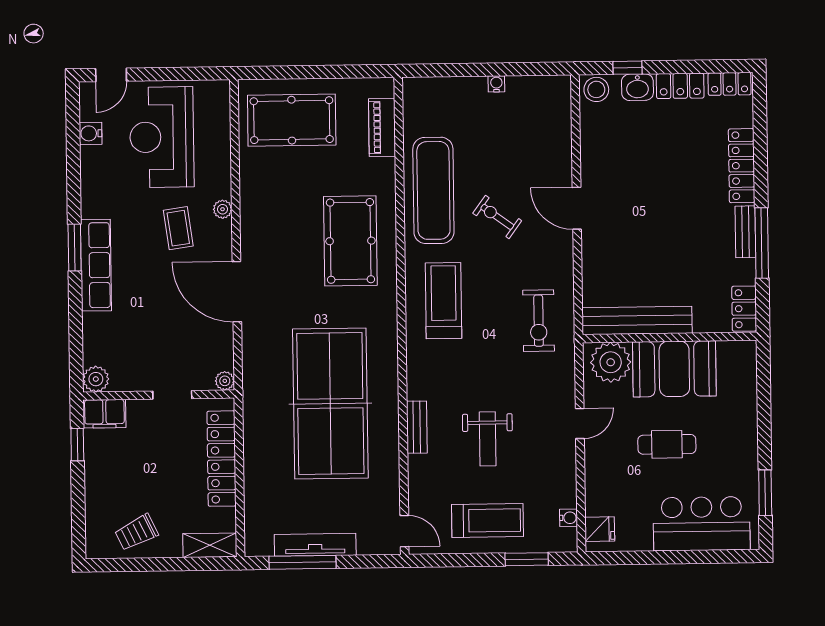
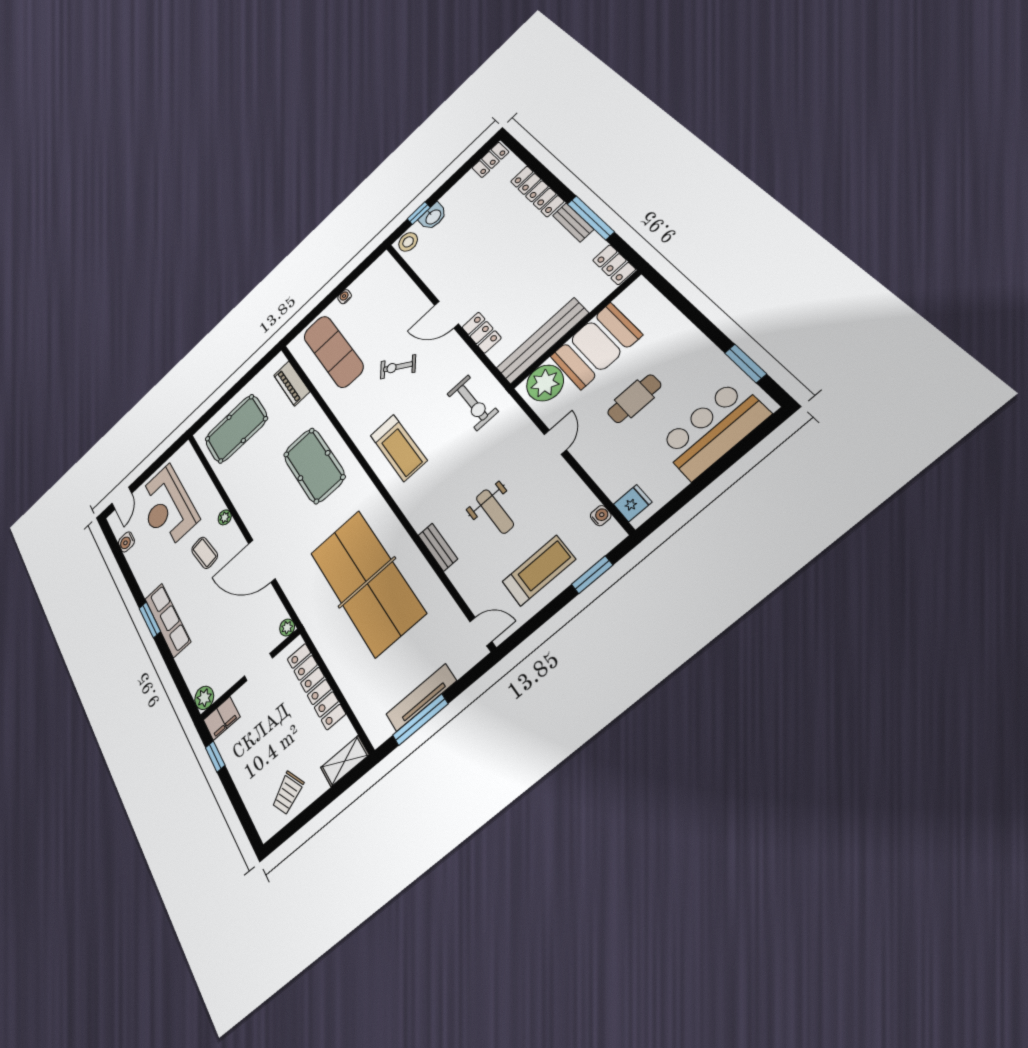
locker: (680, 86) -> (481, 333), moved, turned -90
exercise mat: (433, 190) -> (333, 351), moved
treadmill: (444, 301) -> (399, 448), turned 180

